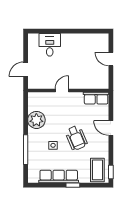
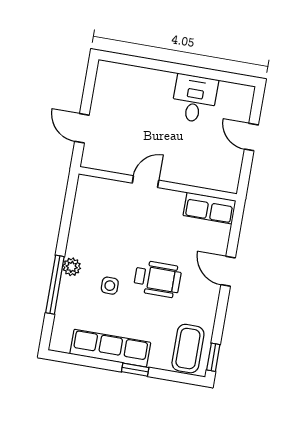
desk: (50, 45) -> (195, 99), moved
door: (26, 69) -> (82, 128), hinge flipped
plant: (36, 120) -> (72, 267), moved, width x0.53, depth x0.53
wheelchair: (76, 138) -> (157, 279), turned -67

